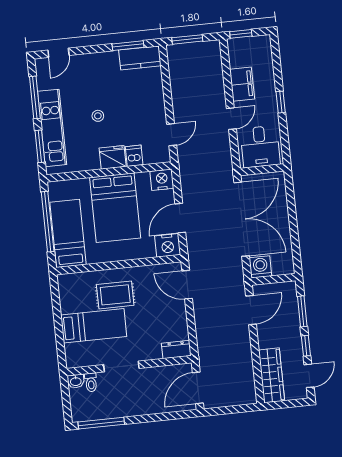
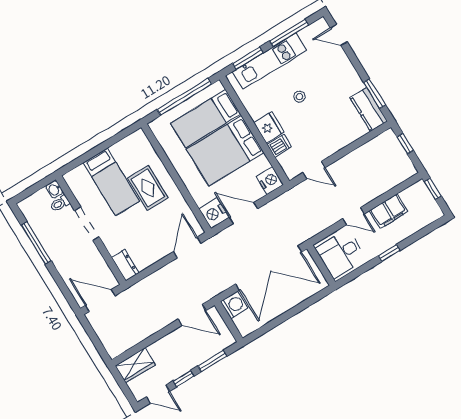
window: (187, 39) -> (405, 144), width x0.67
bed: (68, 233) -> (206, 119), moved, turned 180
wardrobe: (272, 375) -> (135, 365), width x0.67
window: (101, 423) -> (36, 243), moved

